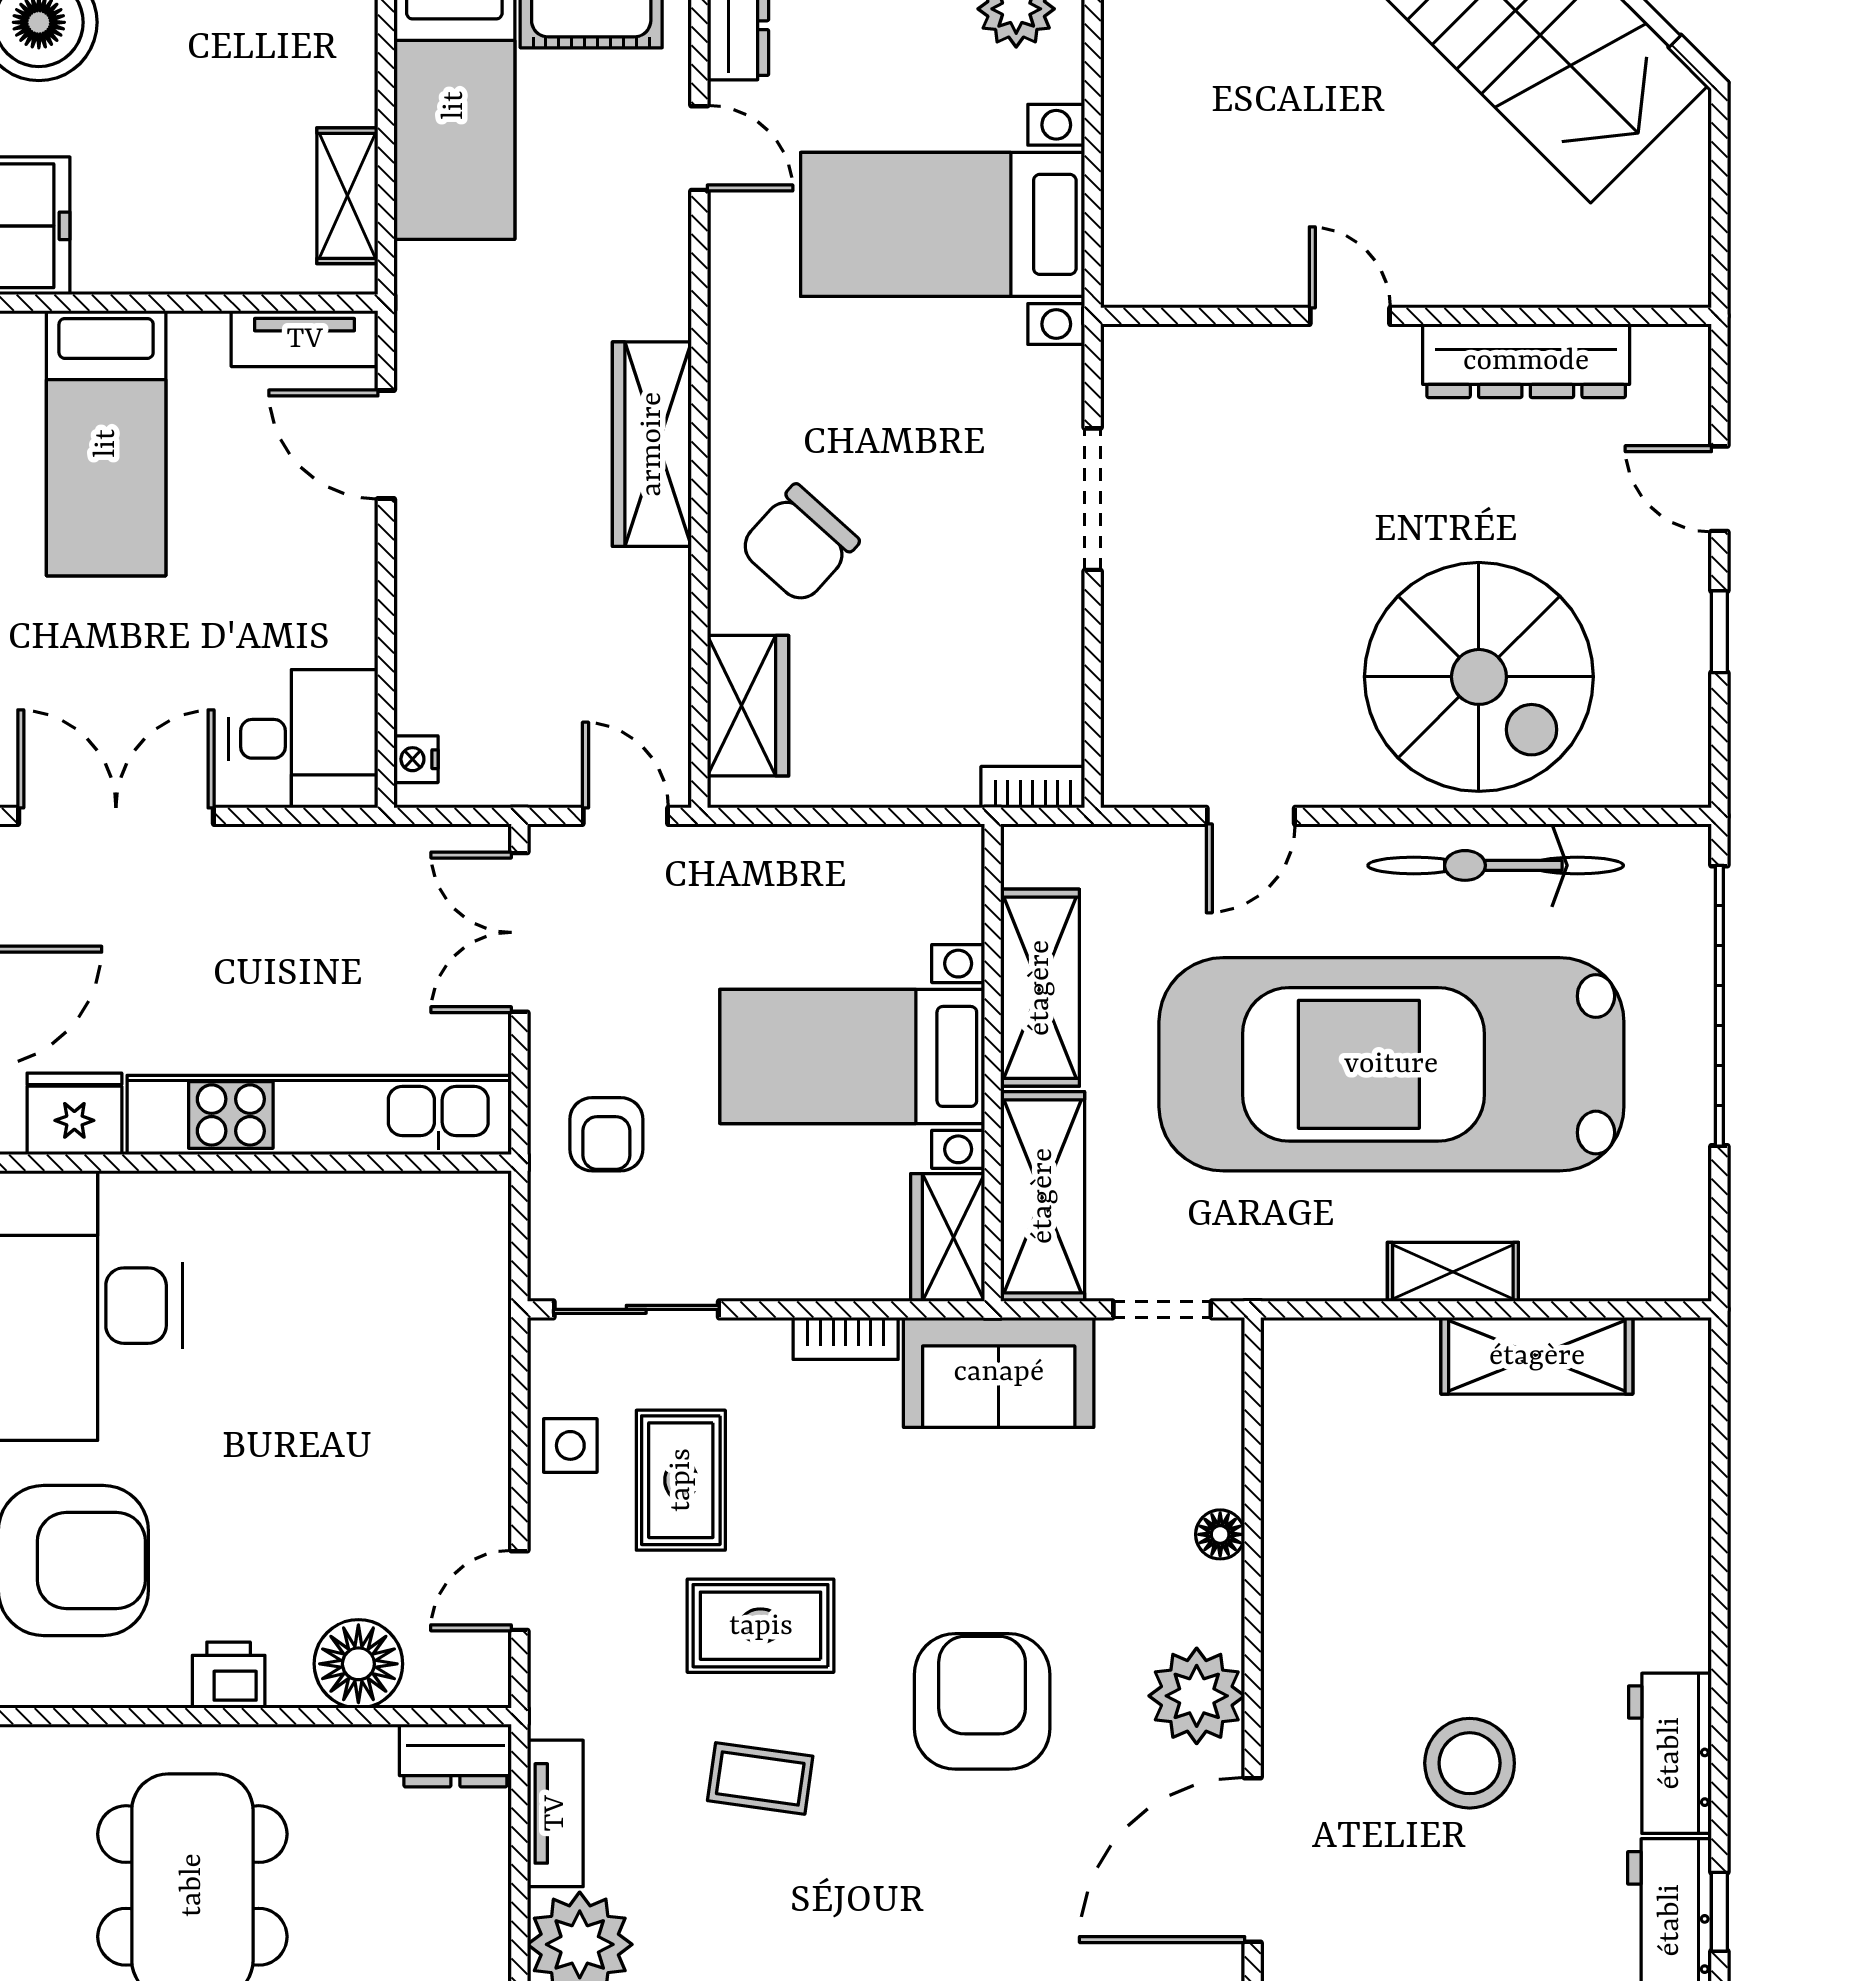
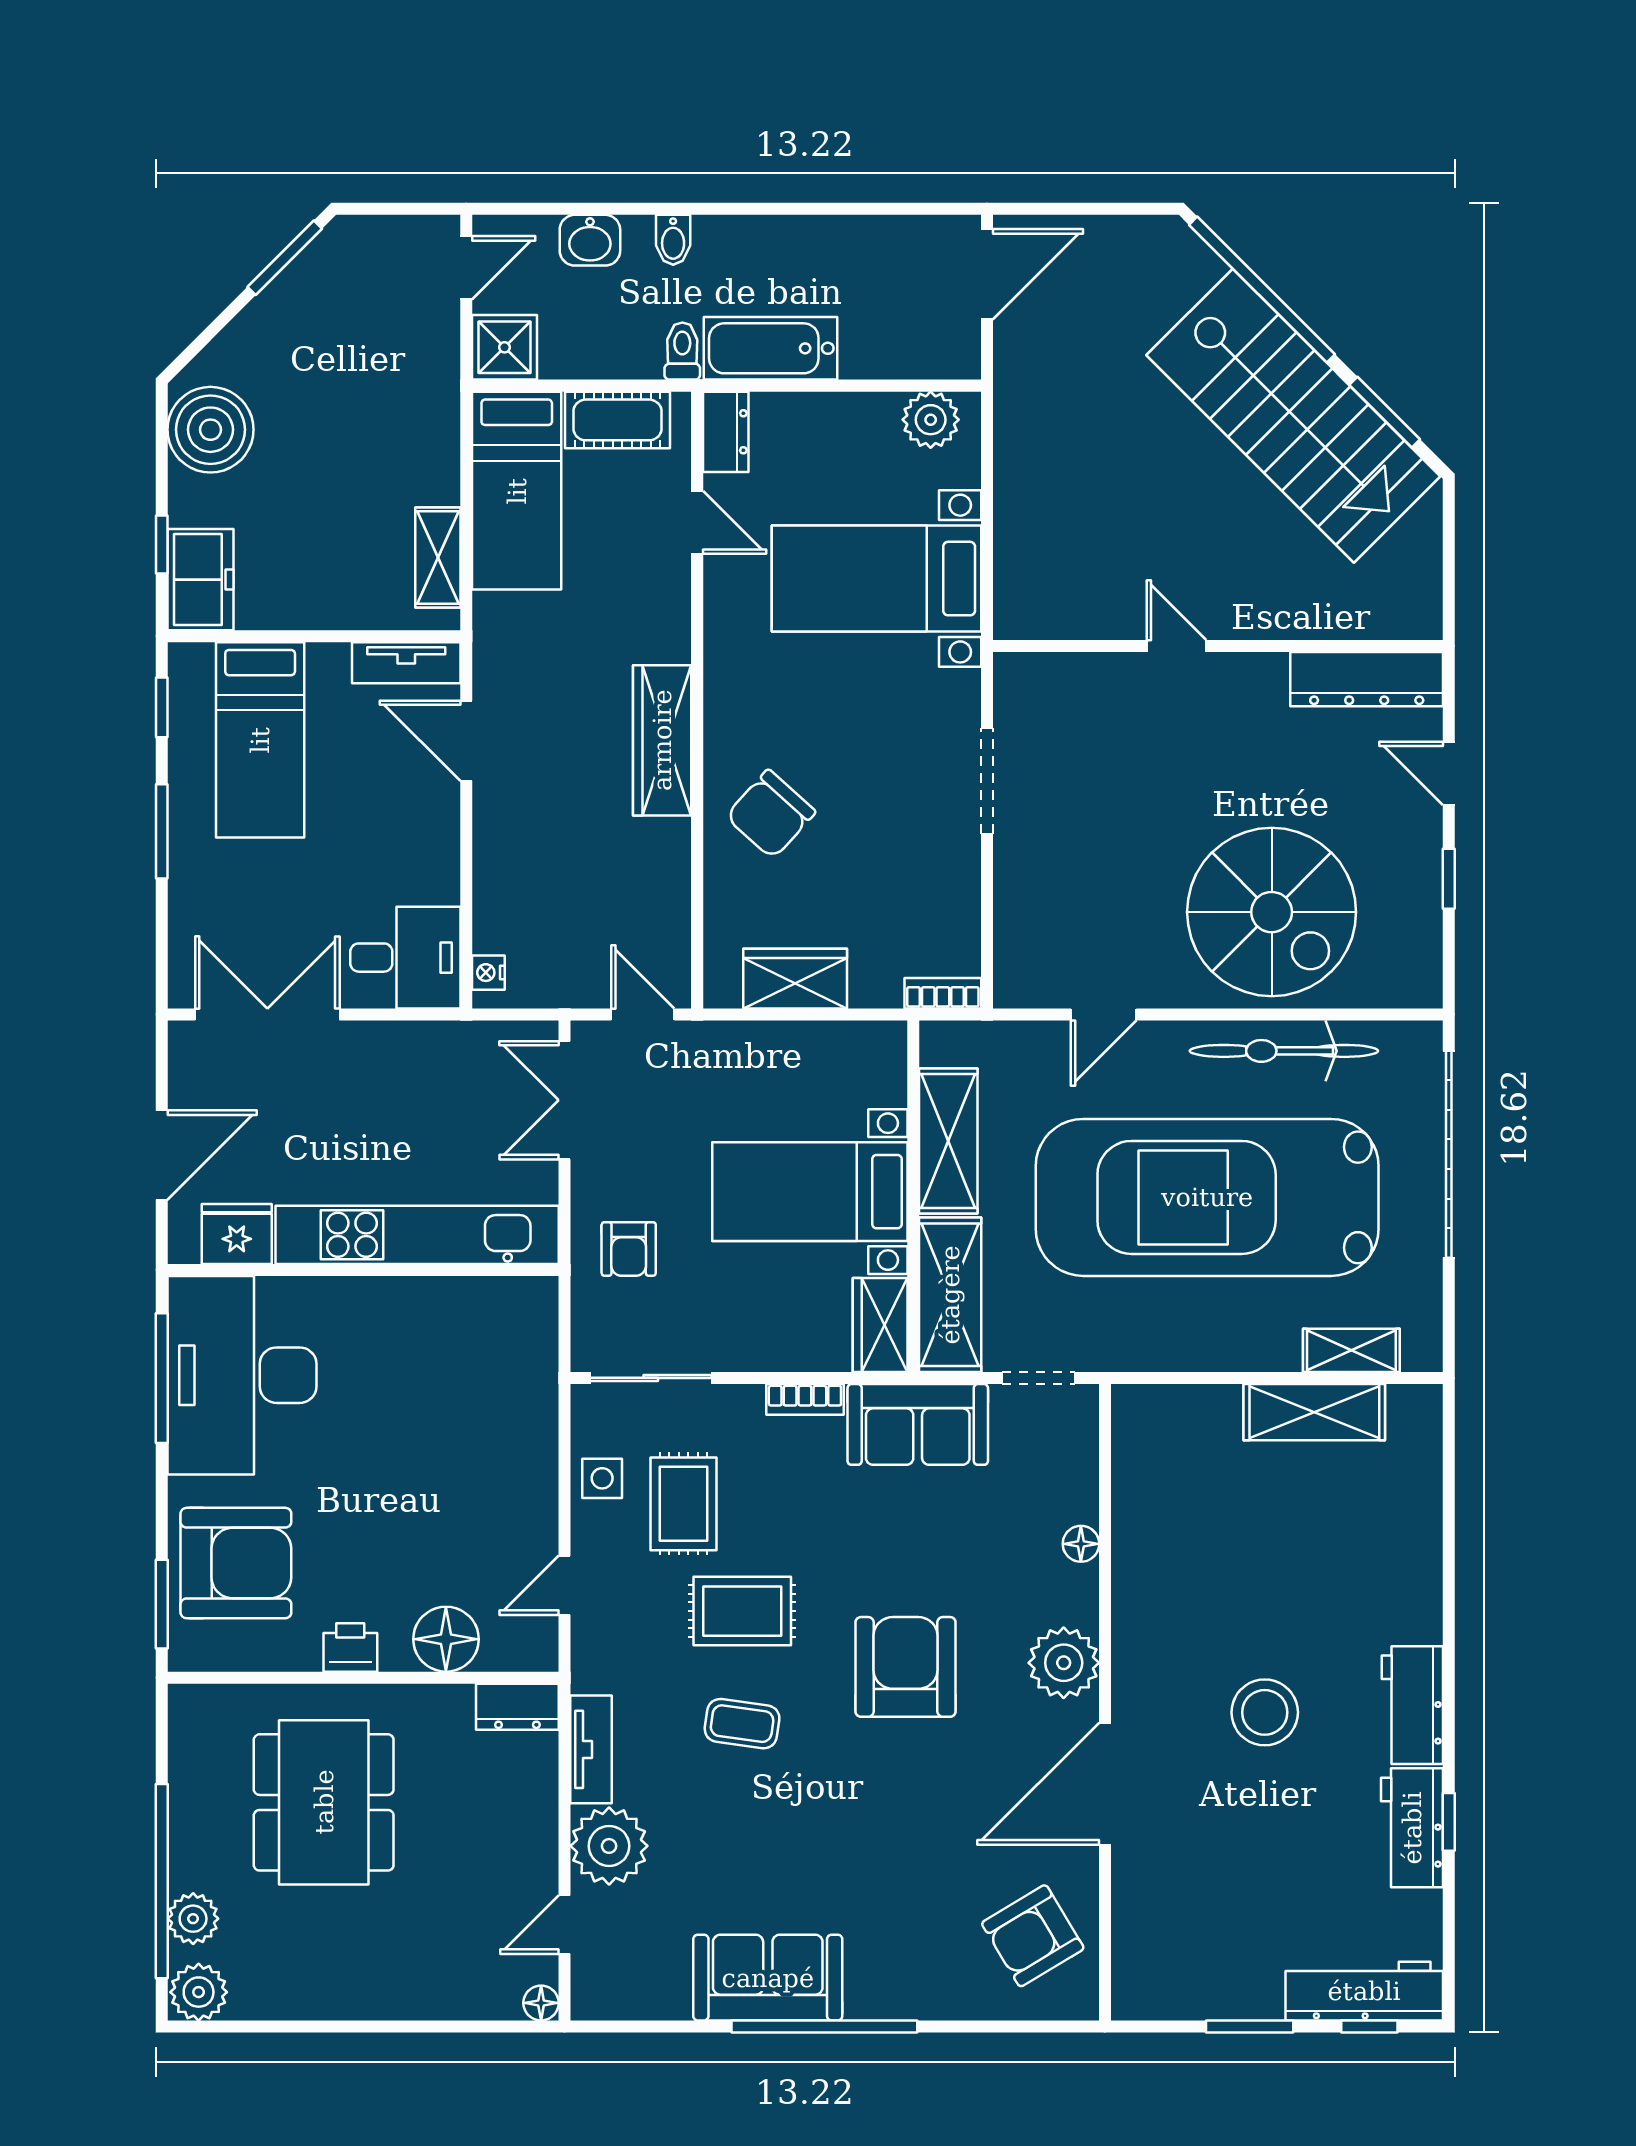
dresser: (1526, 361) -> (1367, 679), moved
wardrobe: (748, 706) -> (795, 979), moved, turned -90
shelving: (1453, 1272) -> (1351, 1350), moved

